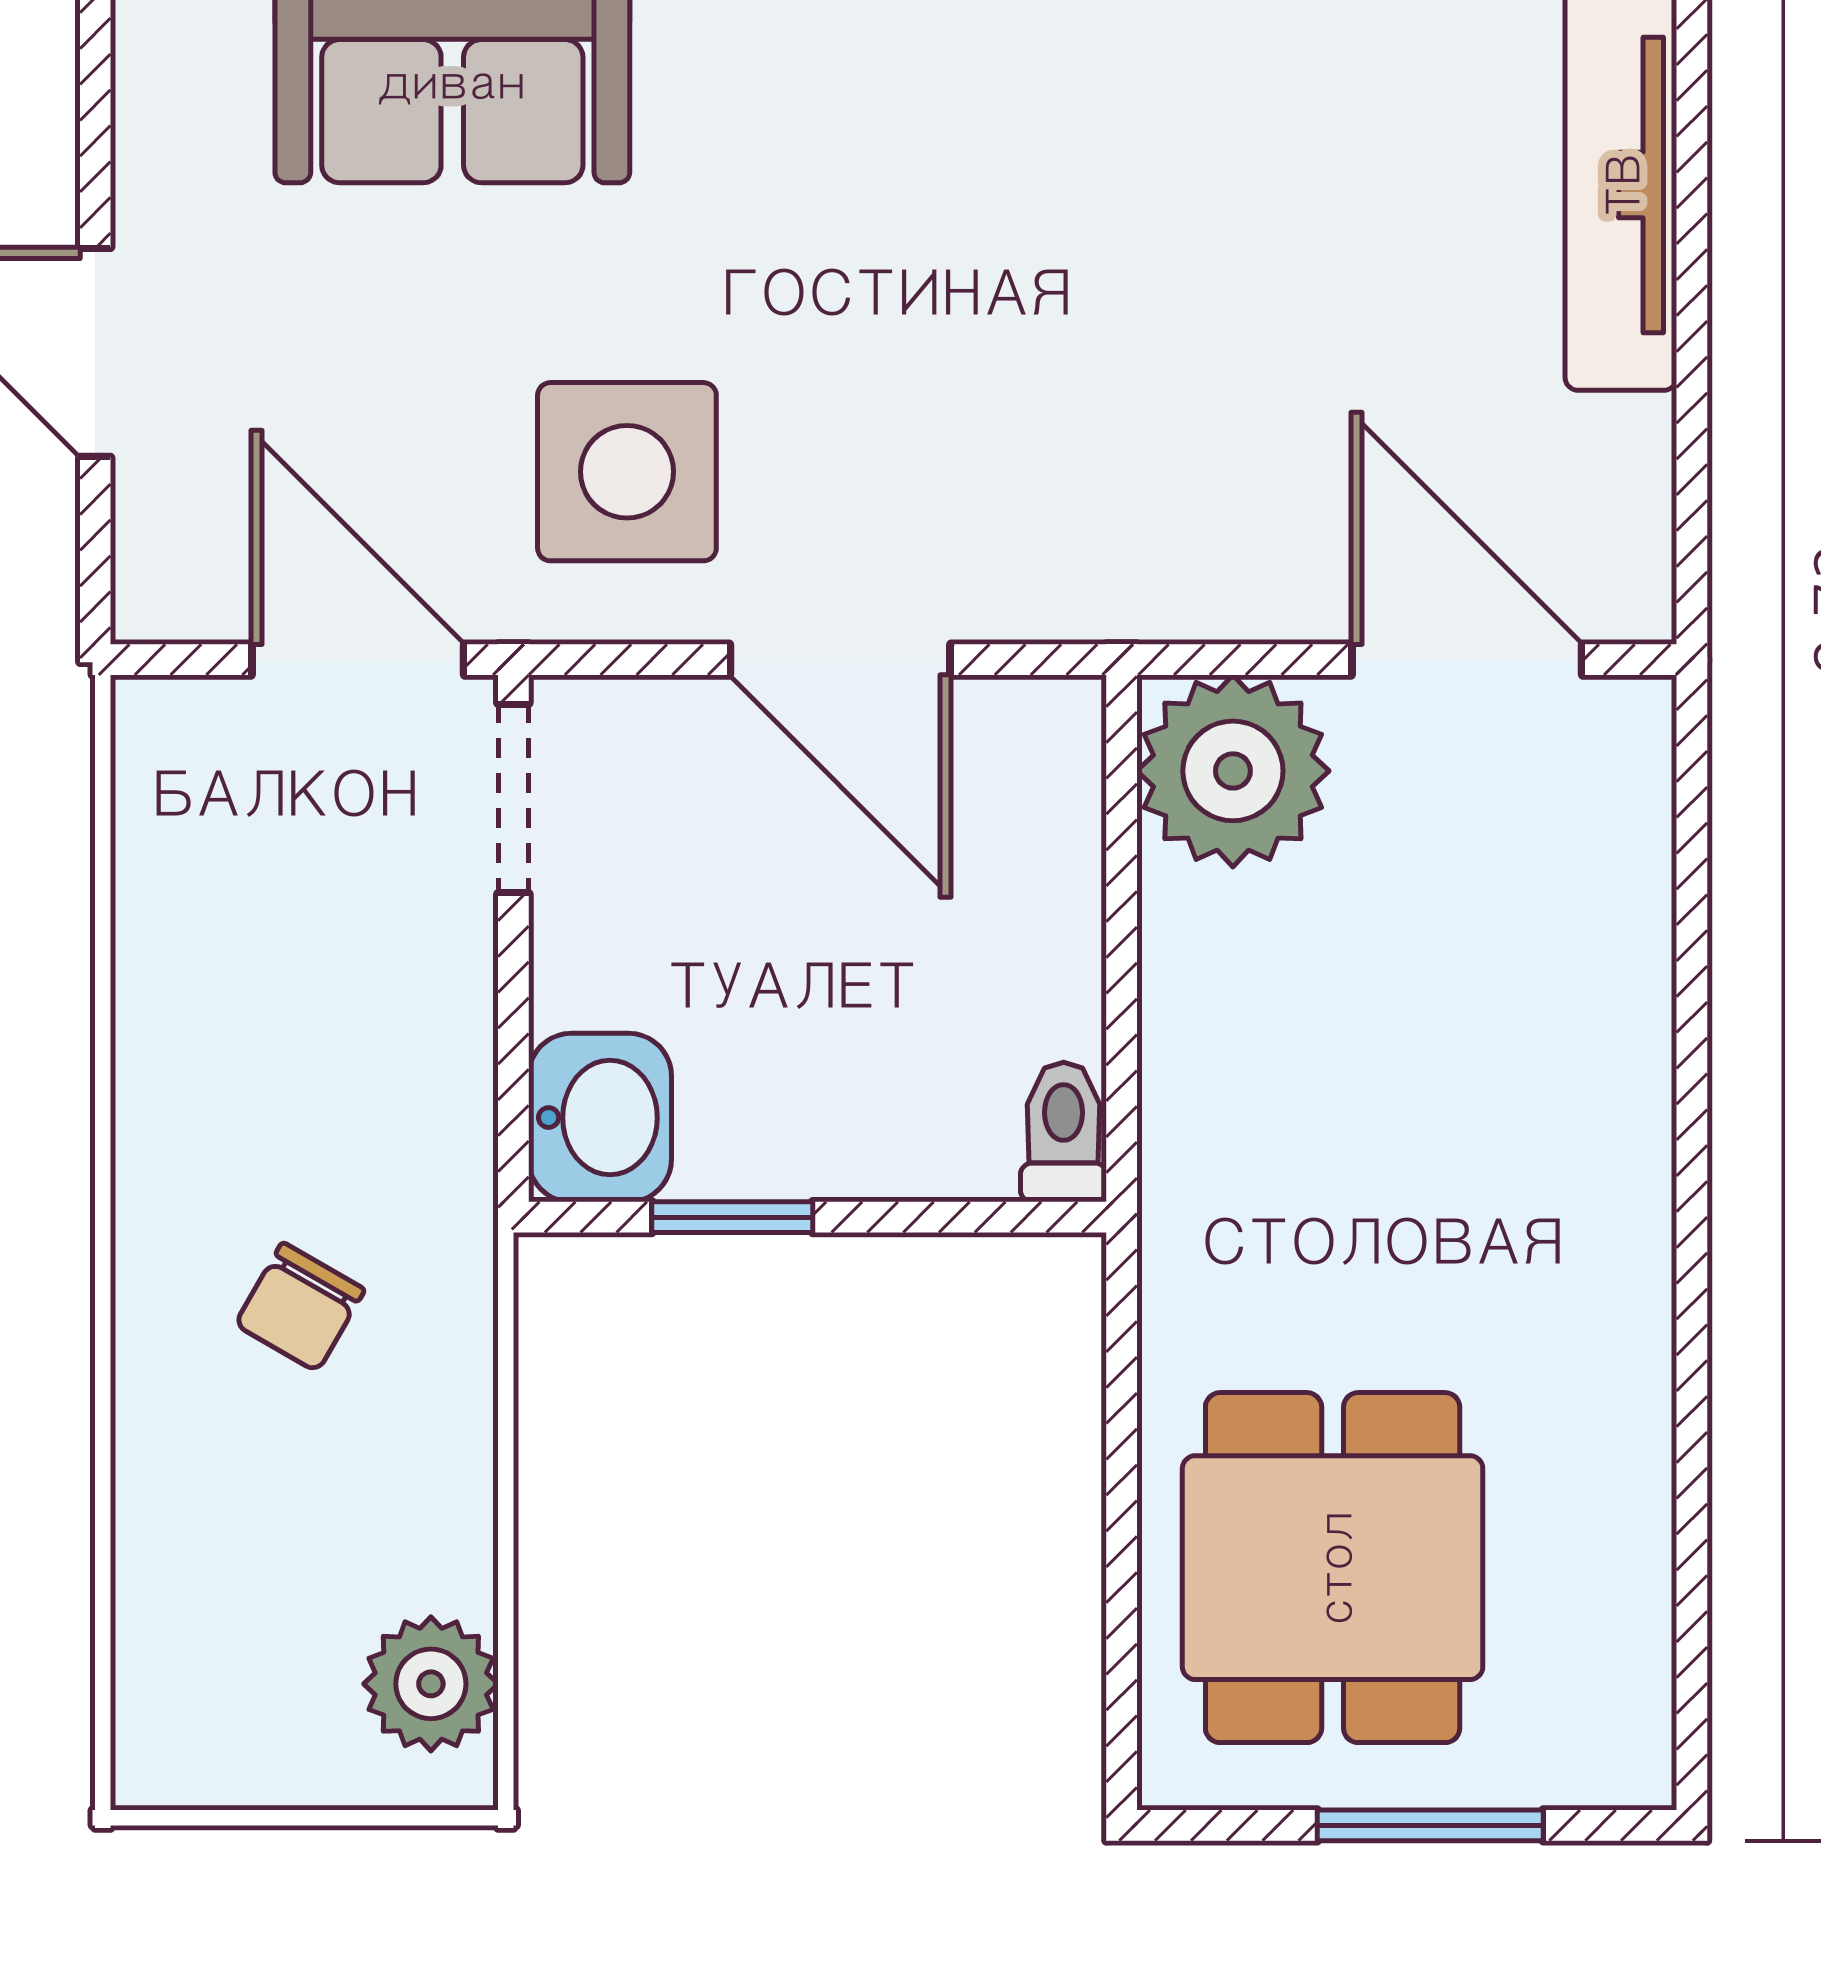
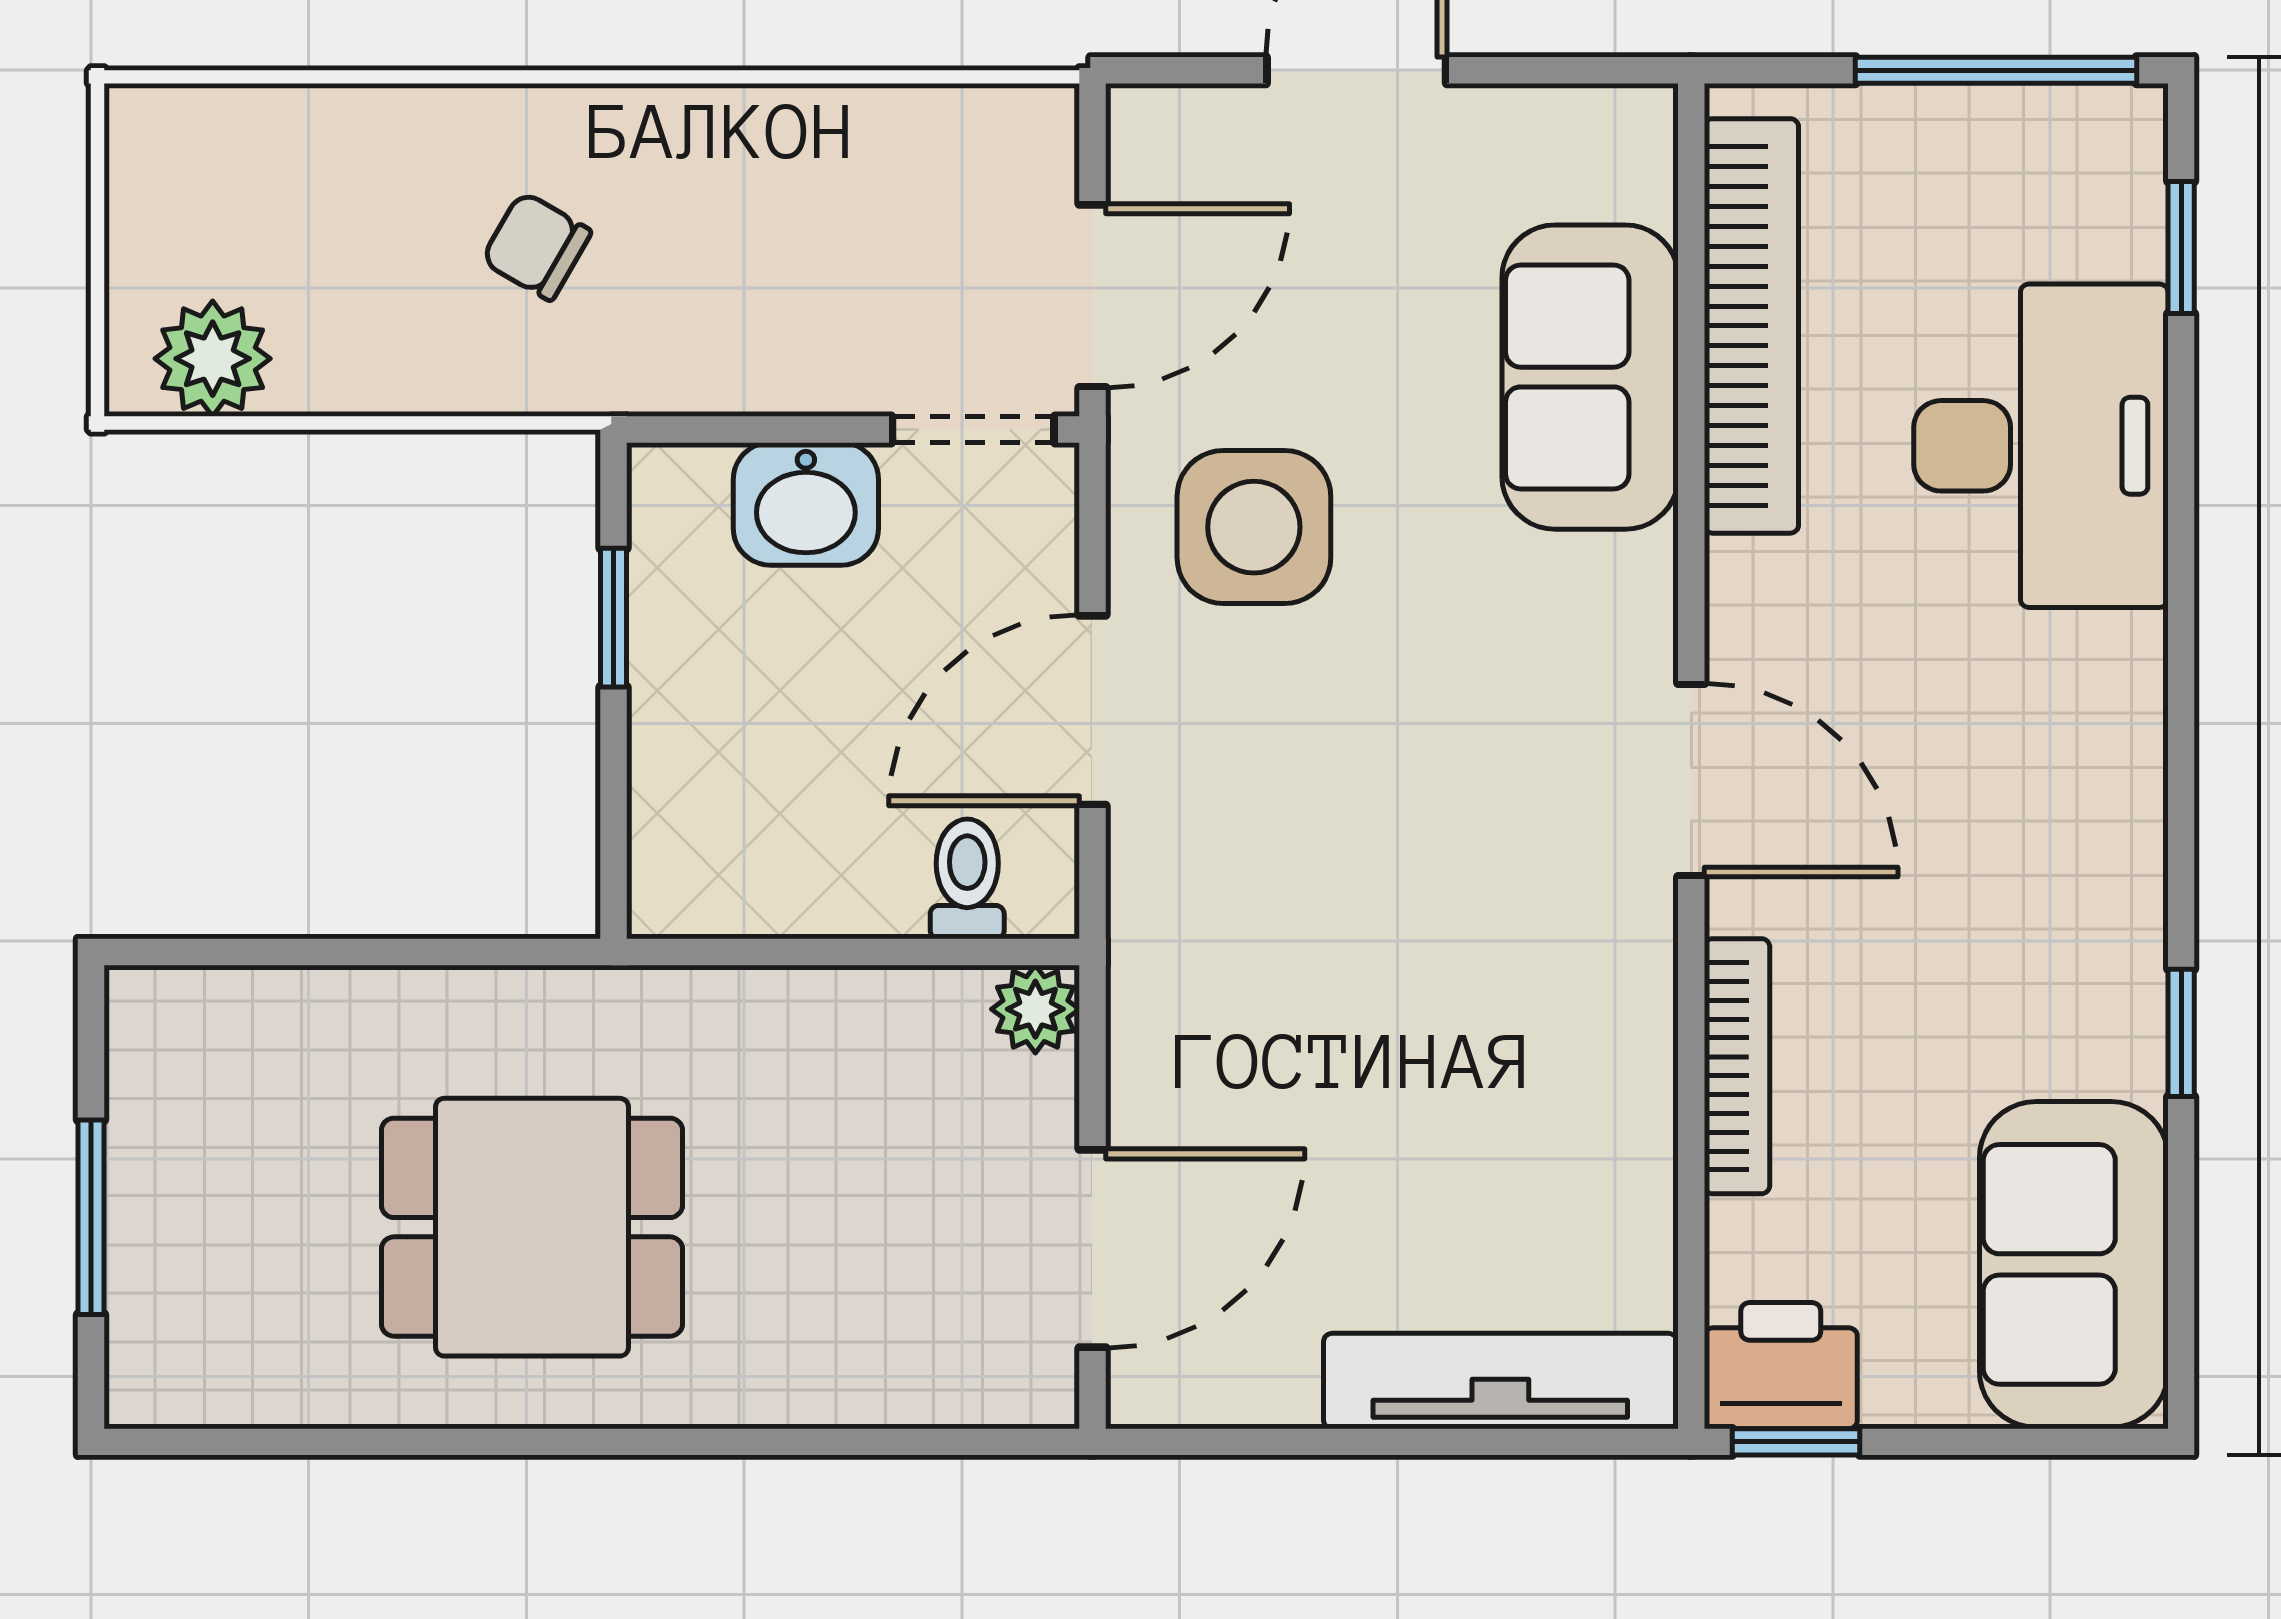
plant: (1233, 771) -> (1035, 1009), width x0.53, depth x0.53
washbasin: (600, 1118) -> (806, 504), moved
toilet: (1064, 1132) -> (967, 879), moved, turned -90
dining table: (1333, 1568) -> (532, 1227), moved

